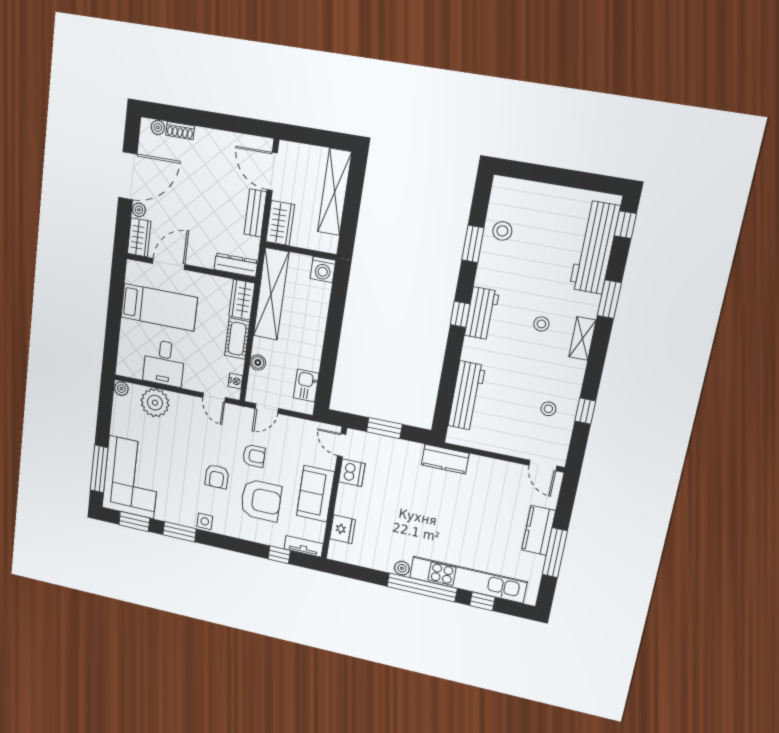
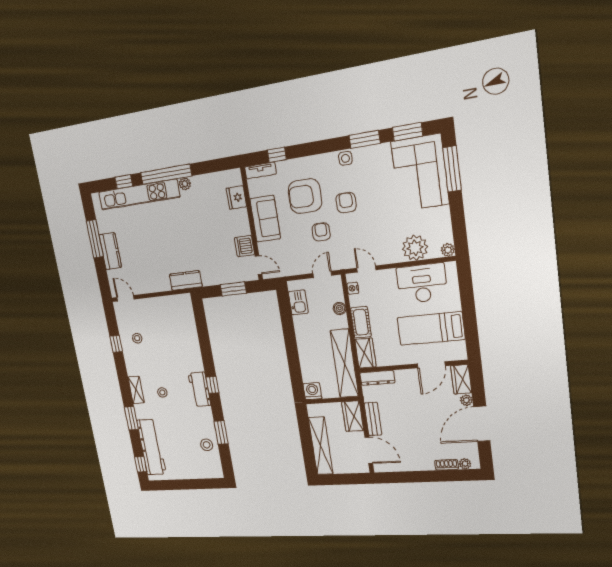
desk: (164, 363) -> (422, 283), width x1.37
workbench: (467, 396) -> (189, 331), removed
armchair: (254, 456) -> (321, 232), turned 90

